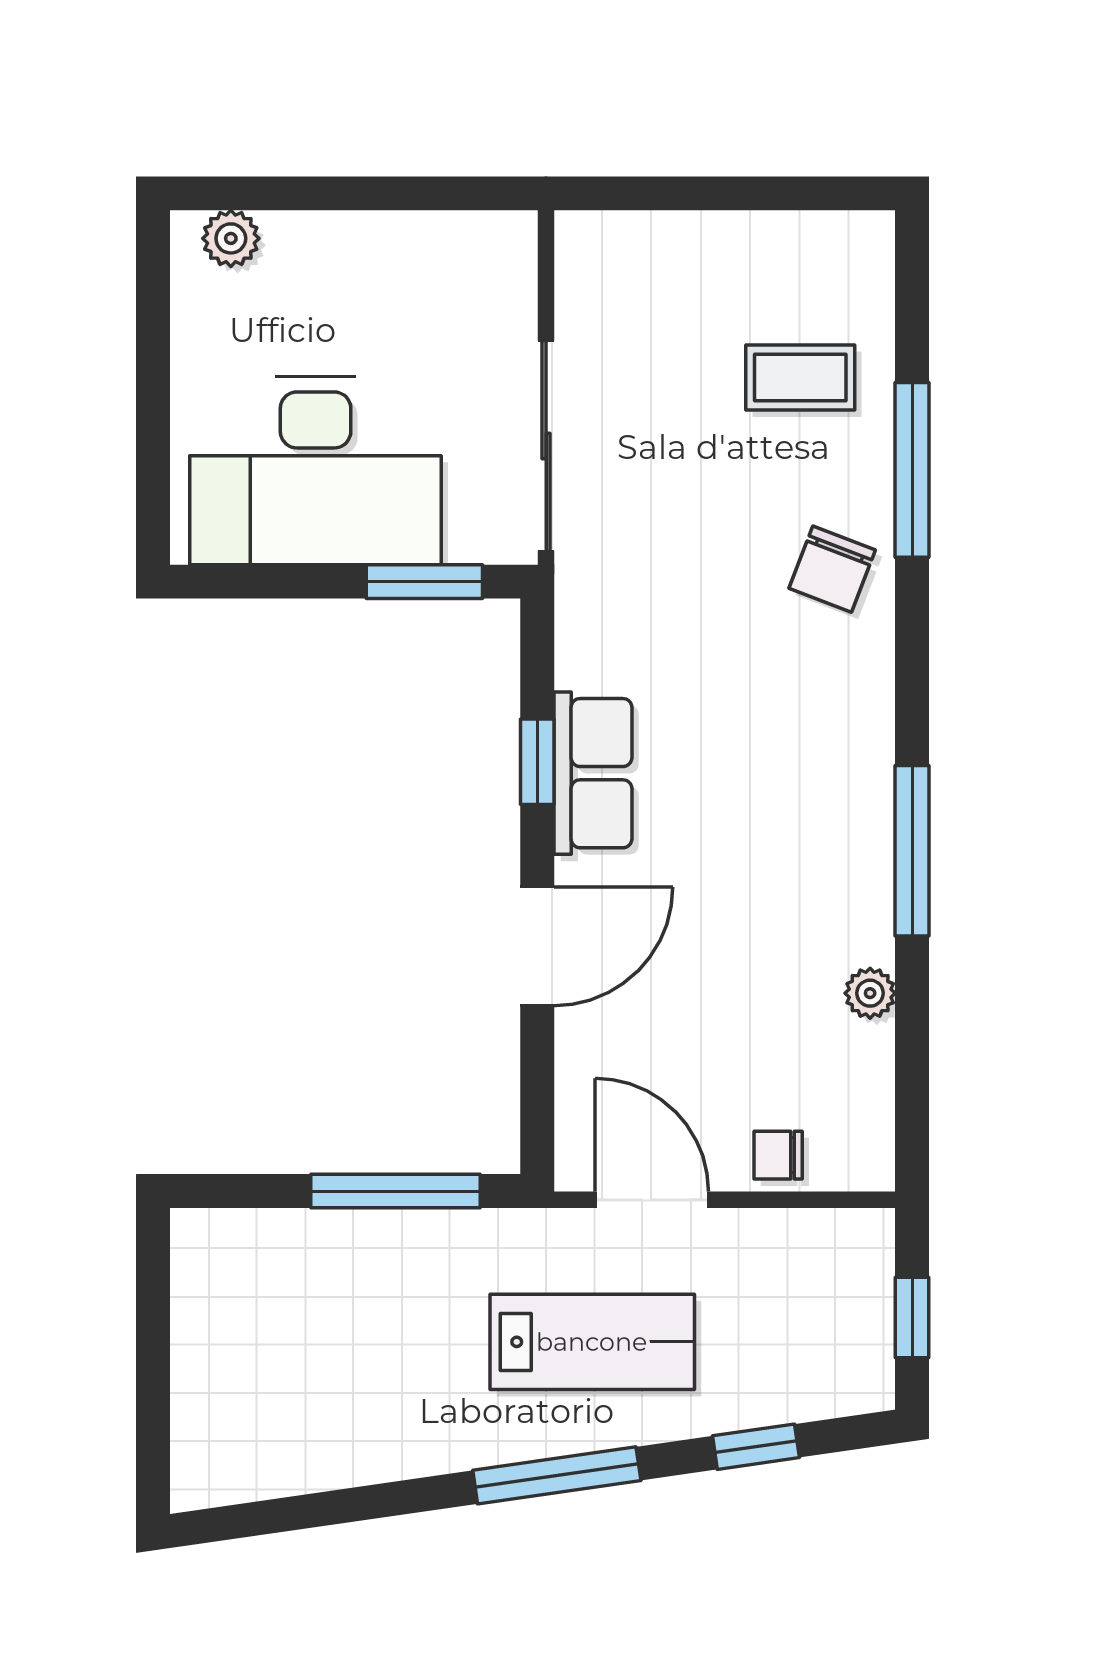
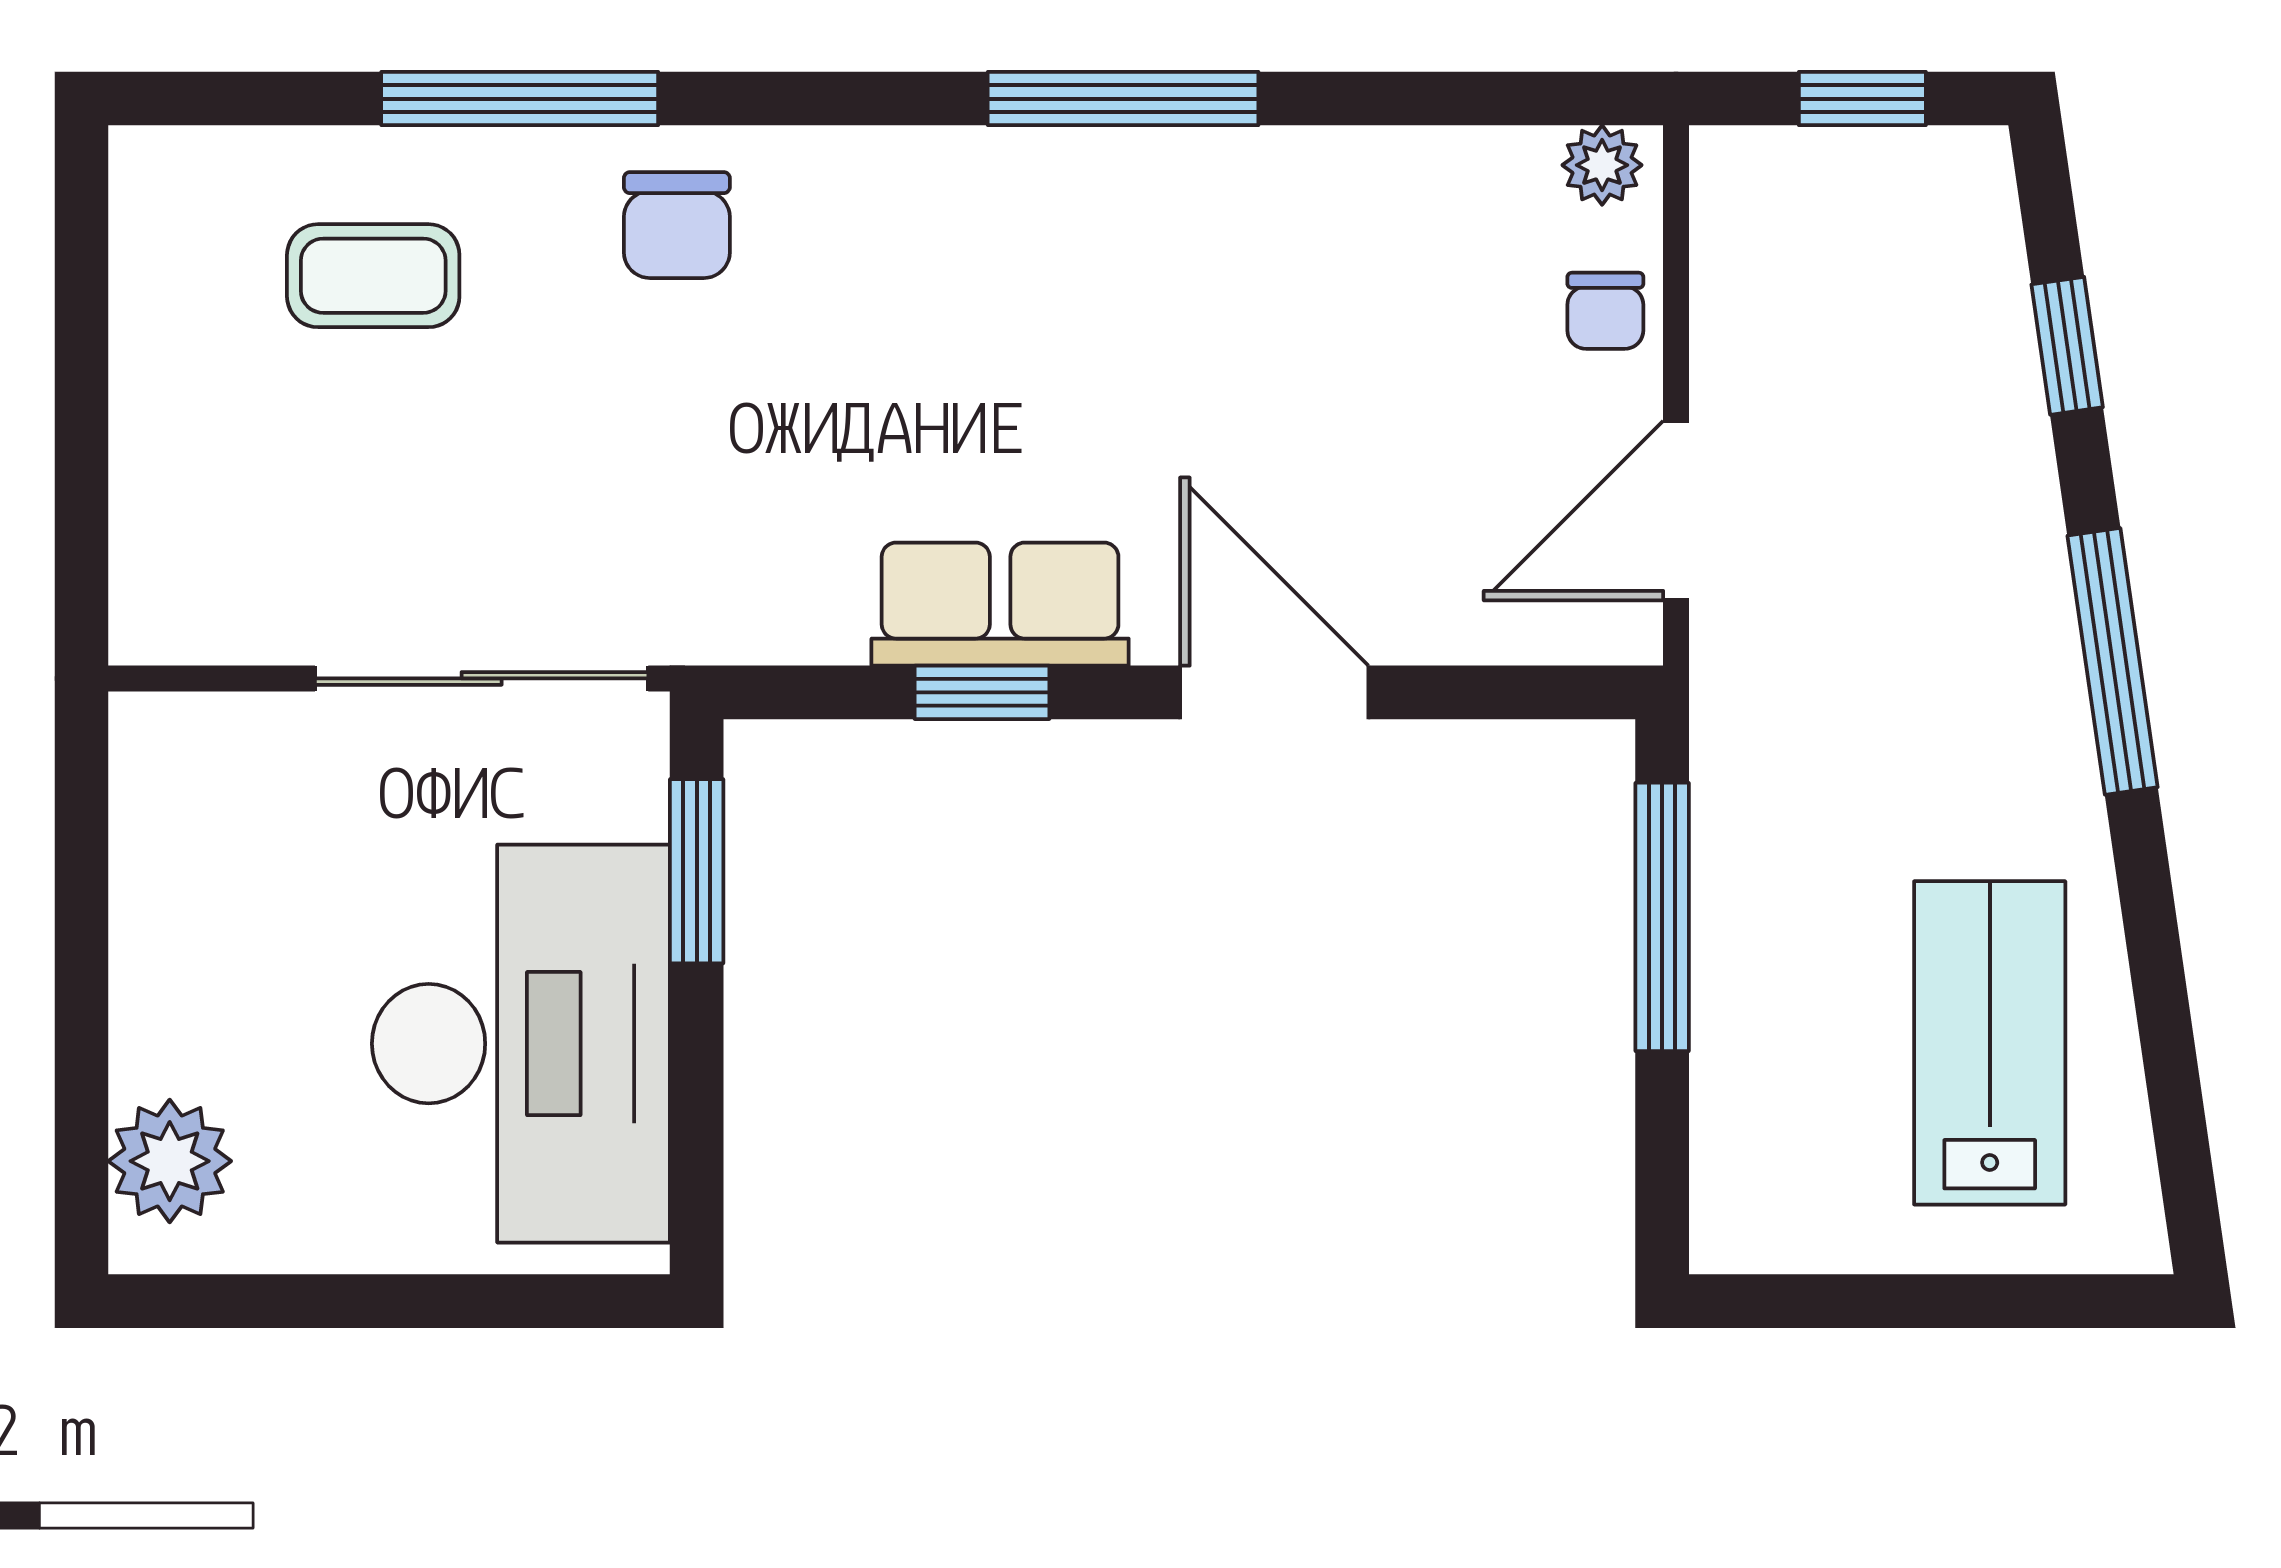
plant: (231, 238) -> (170, 1161), width x1.38, depth x1.38
coffee table: (800, 377) -> (373, 276), turned 90
chair: (832, 569) -> (677, 225), turned 69
plant: (870, 993) -> (1602, 165), moved
lab bench: (592, 1342) -> (1990, 1043), moved

